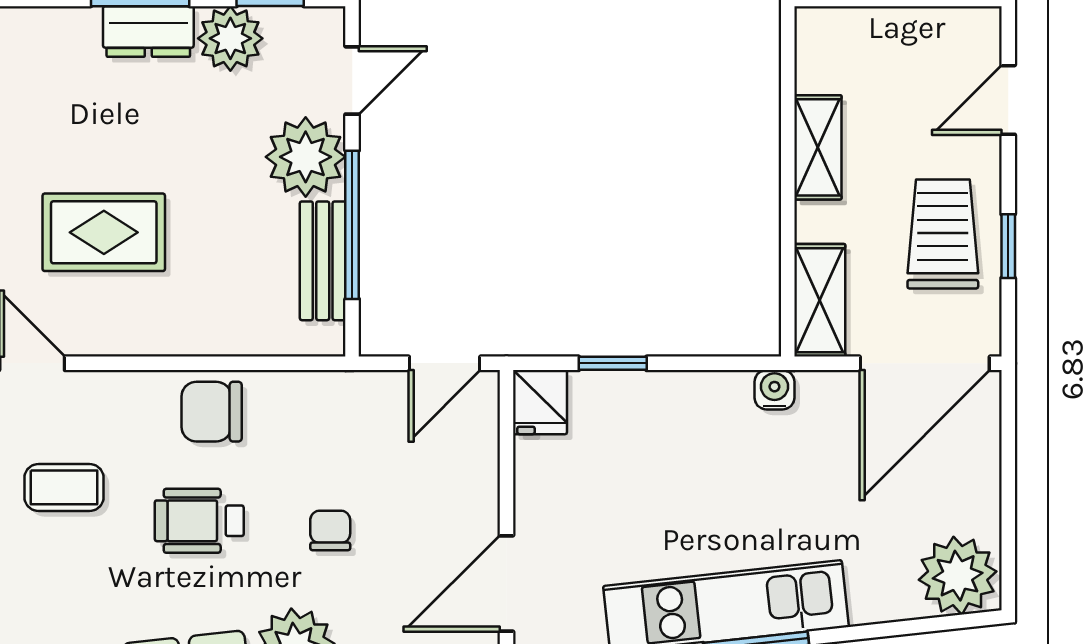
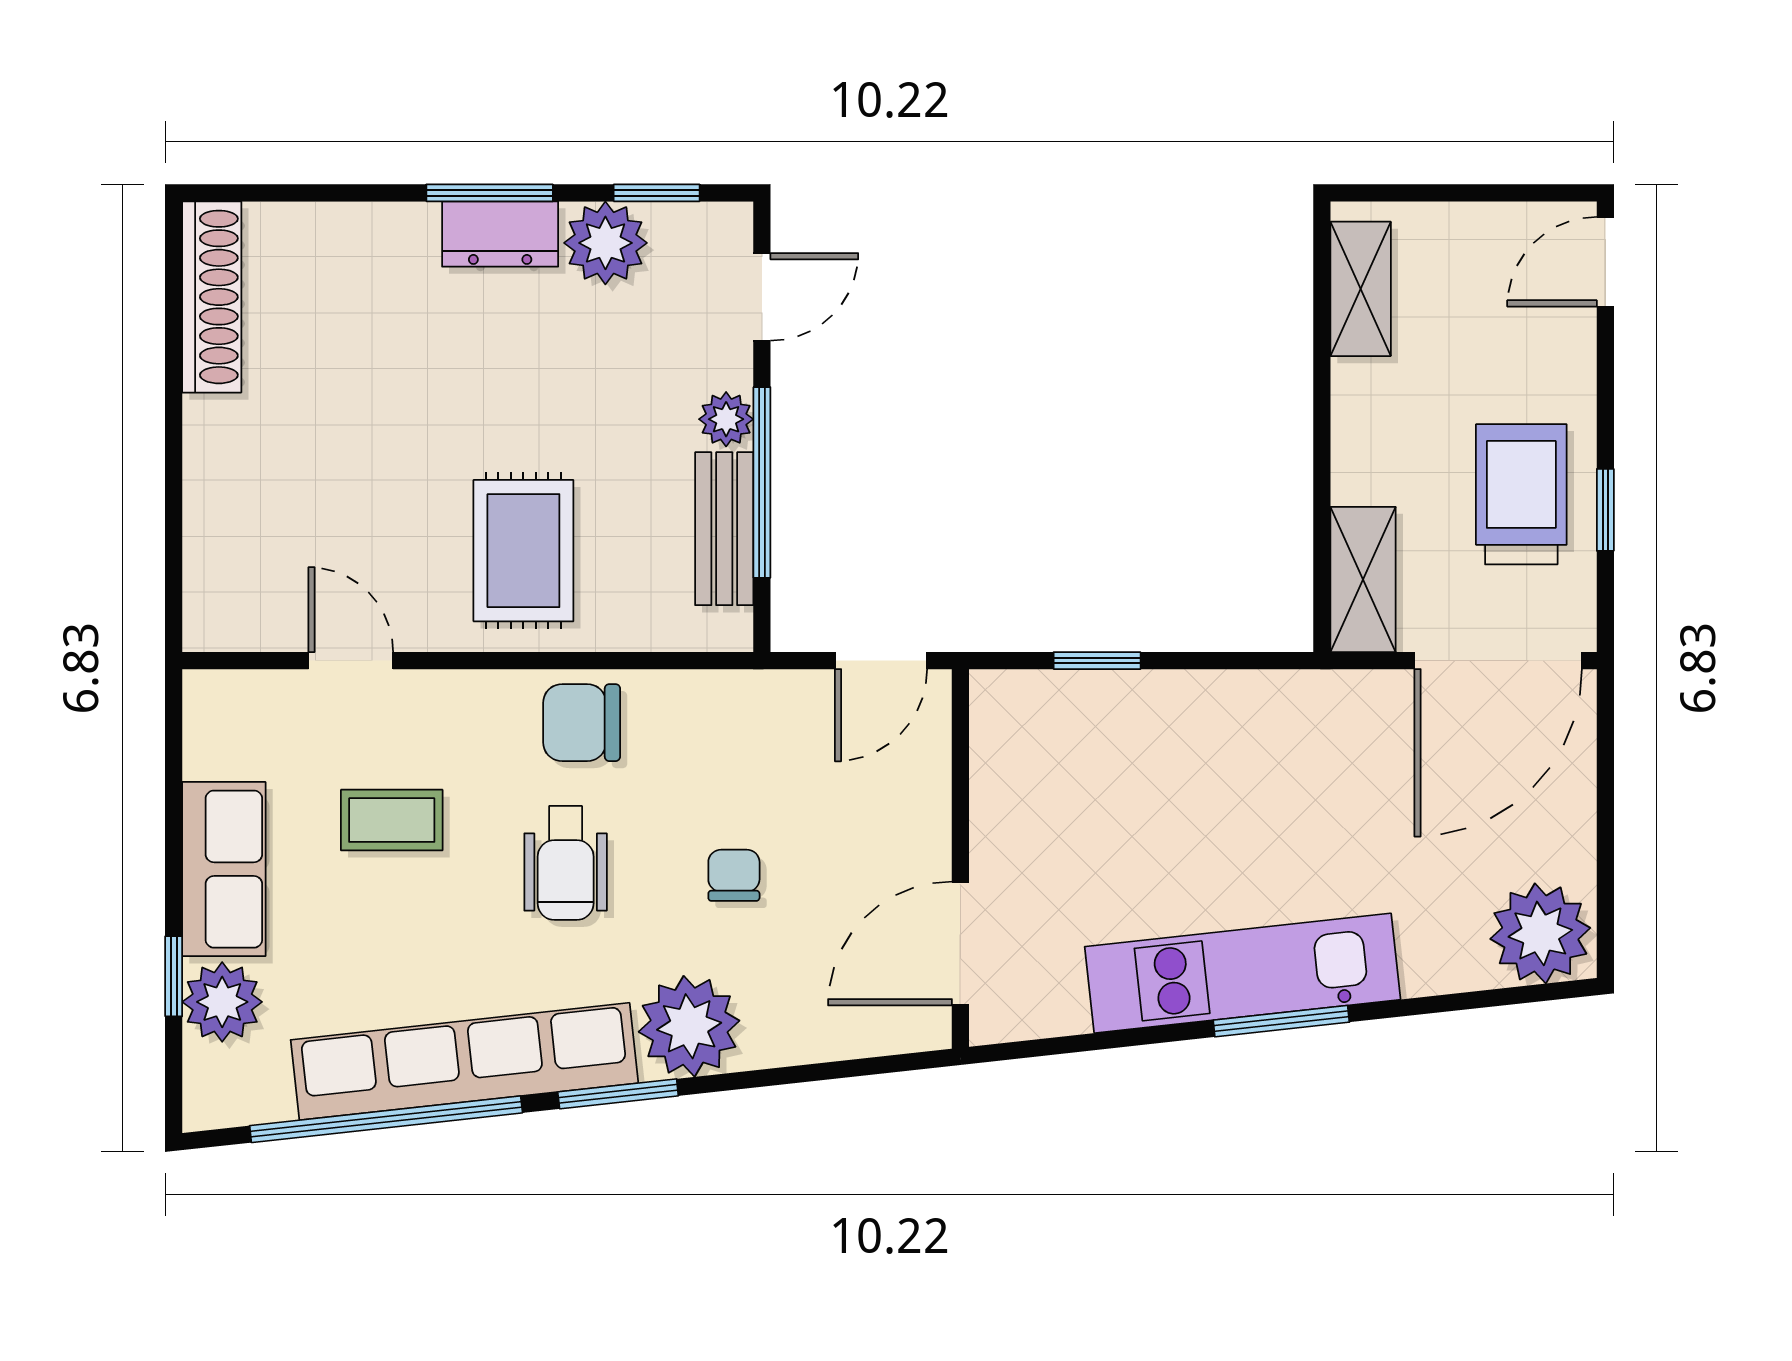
door: (1008, 100) -> (1605, 262), moved
shelving: (818, 147) -> (1361, 289), moved
plant: (306, 157) -> (726, 419), width x0.53, depth x0.53
rug: (104, 232) -> (523, 551), moved, turned 90
water cooler: (774, 390) -> (1305, 694), removed
fridge: (540, 402) -> (1004, 710), removed
wheelchair: (199, 521) -> (566, 863), turned -90

